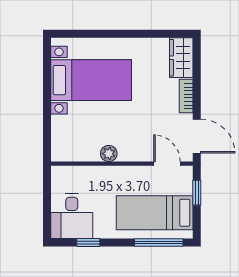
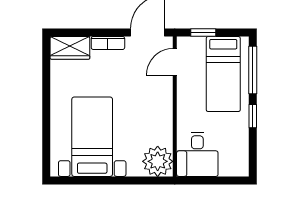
plant: (109, 154) -> (158, 161), moved, width x1.88, depth x1.88
desk: (72, 216) -> (197, 154), moved, turned 90
window: (88, 242) -> (253, 116), moved

